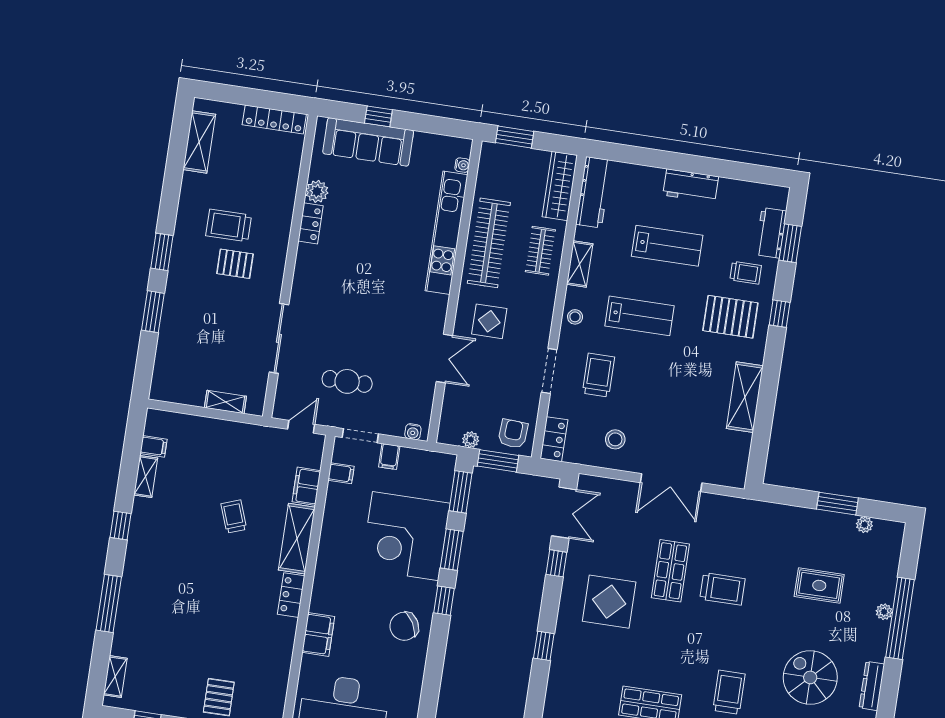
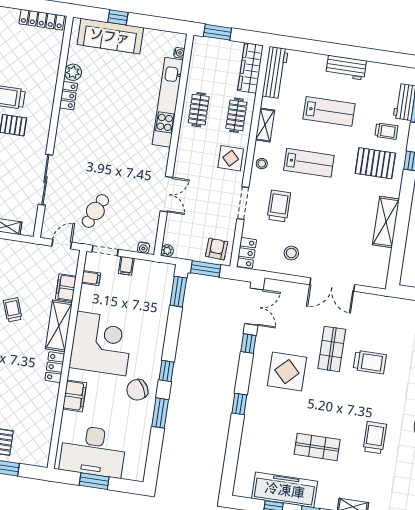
clothes rail: (489, 243) -> (199, 110), width x0.54, depth x0.76
display table: (489, 321) -> (231, 158), moved
cafe table: (347, 381) -> (95, 211), turned -65
plant: (471, 440) -> (167, 251), moved
corner desk: (406, 536) -> (101, 344), moved, turned 180
window: (452, 550) -> (160, 413), moved

